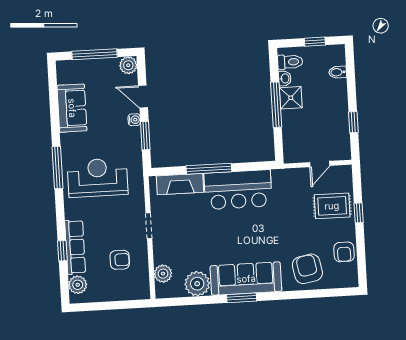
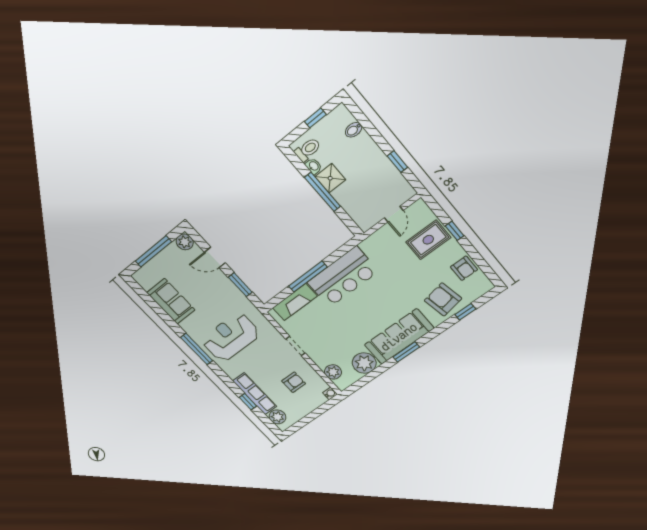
water cooler: (134, 120) -> (330, 393), moved
window: (318, 293) -> (465, 312), added

